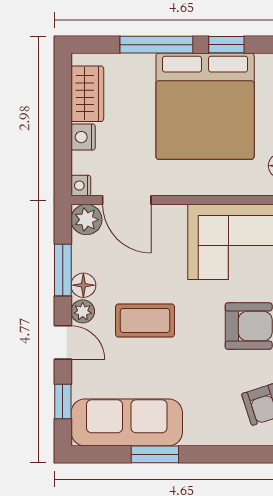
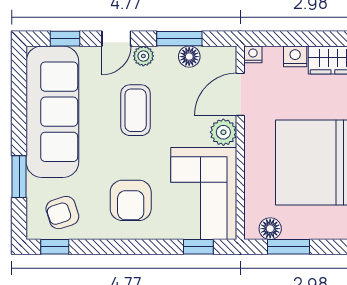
plant: (86, 220) -> (223, 132), moved
floor lamp: (83, 285) -> (189, 57), moved
sofa: (127, 422) -> (52, 112), width x1.36, depth x1.27
window: (155, 454) -> (19, 177), moved

